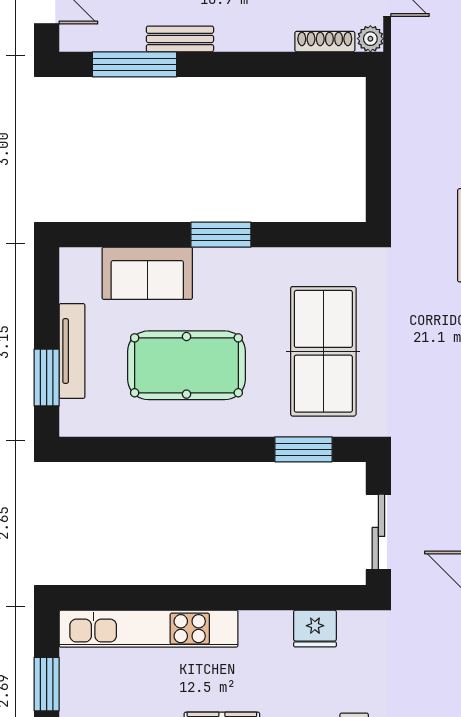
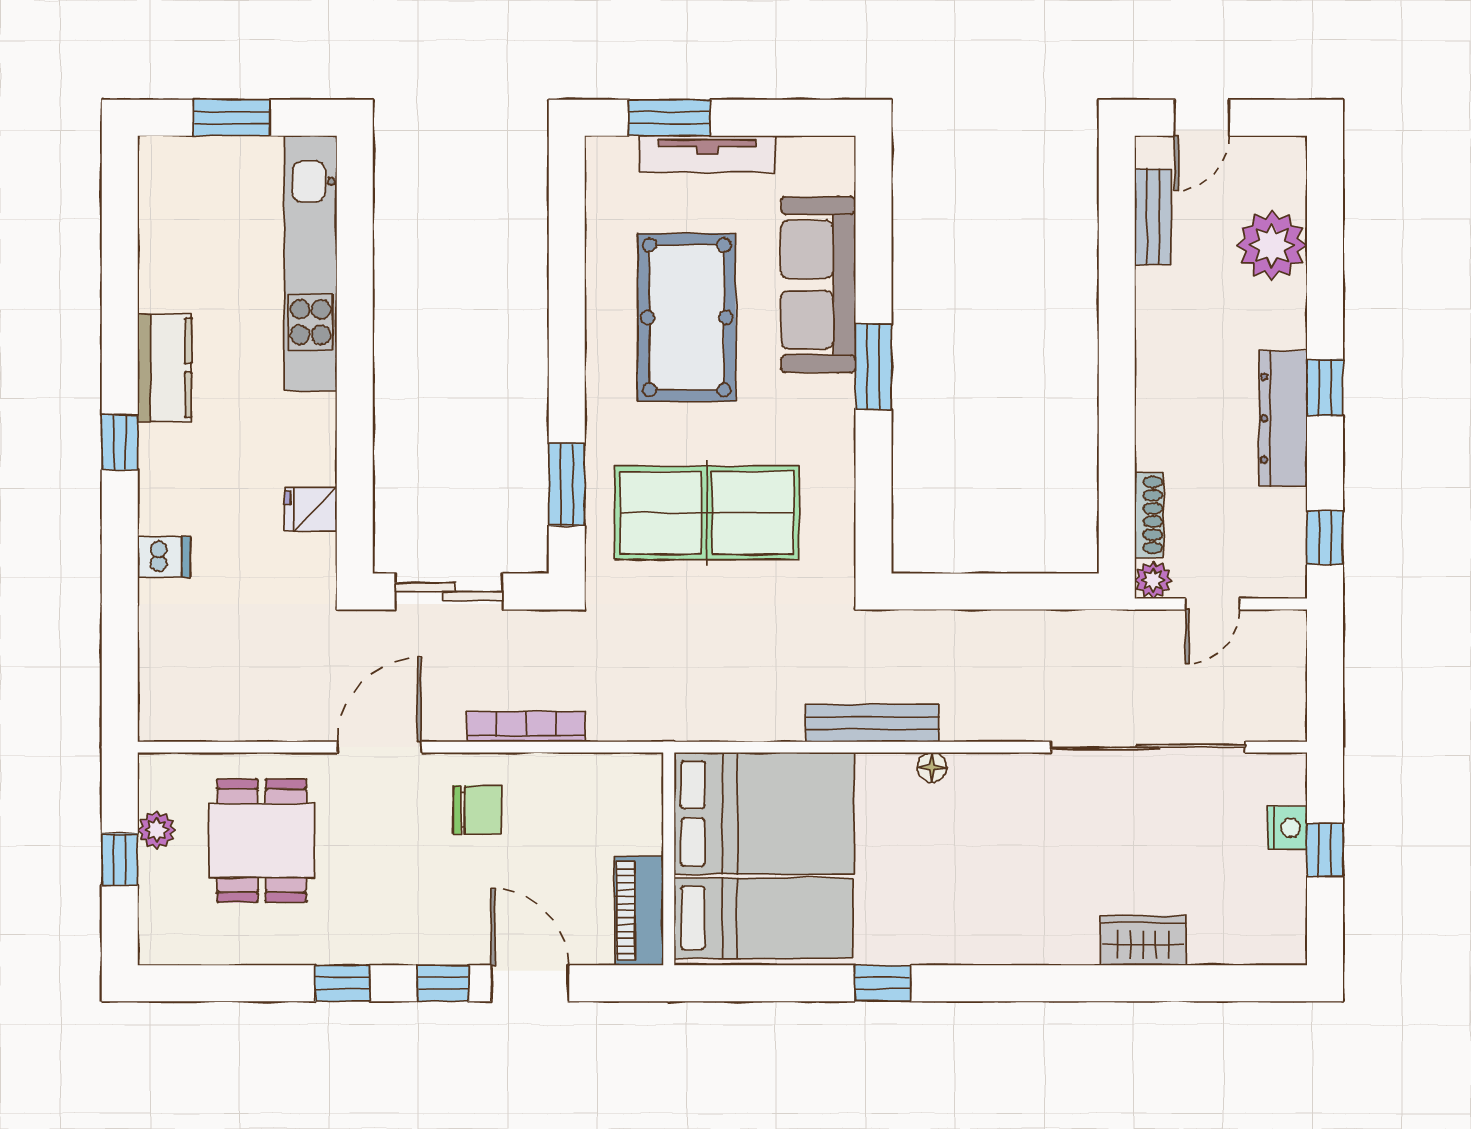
bench: (180, 39) -> (1153, 217), moved
window: (134, 64) -> (1117, 243), removed
sofa: (147, 273) -> (818, 285), width x1.36
fridge: (315, 629) -> (311, 509), width x0.72

